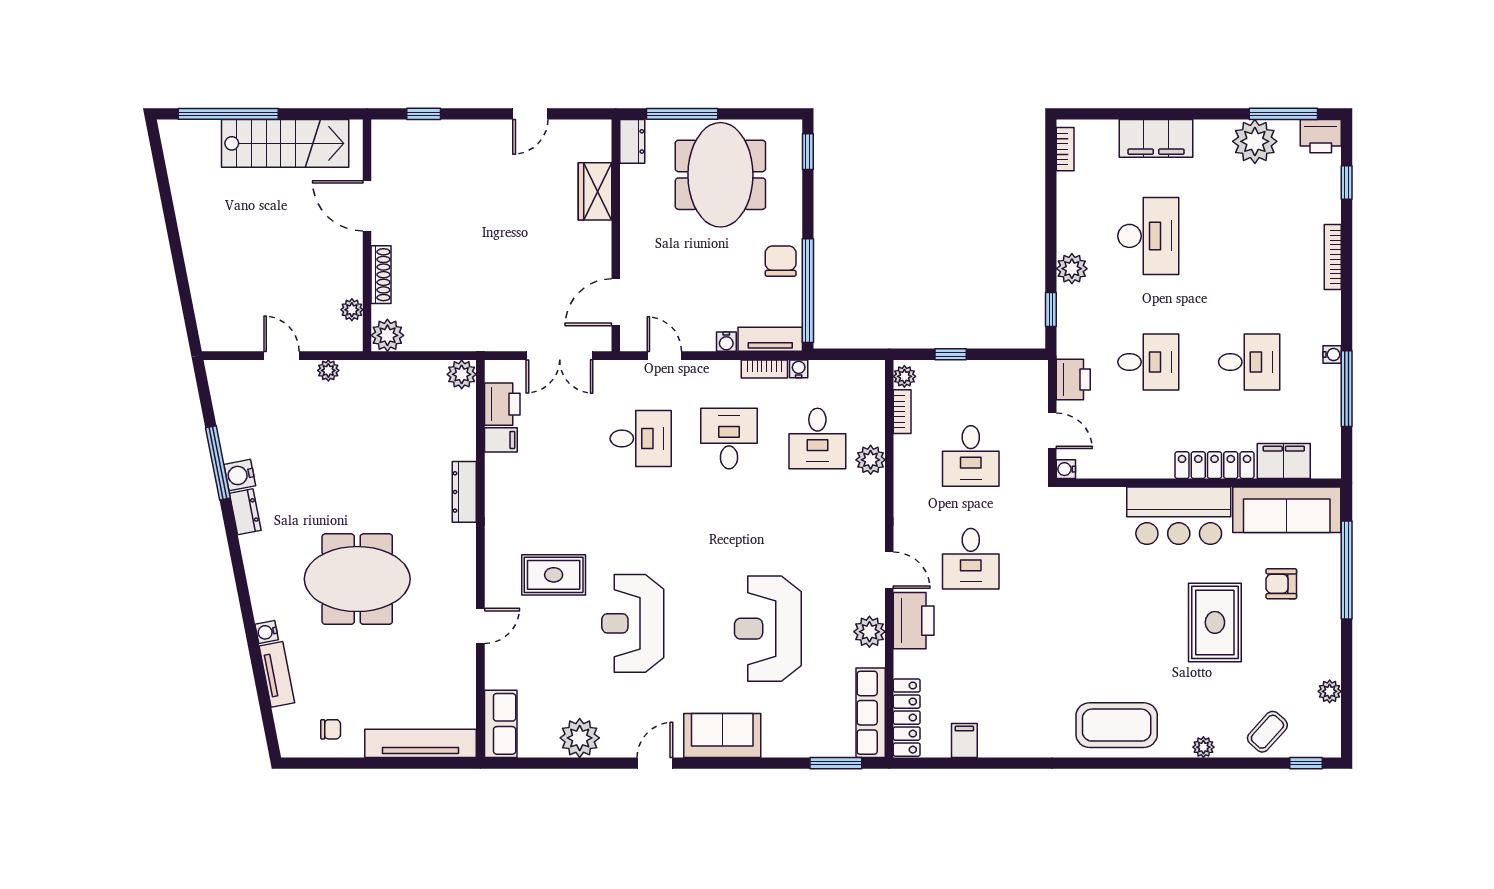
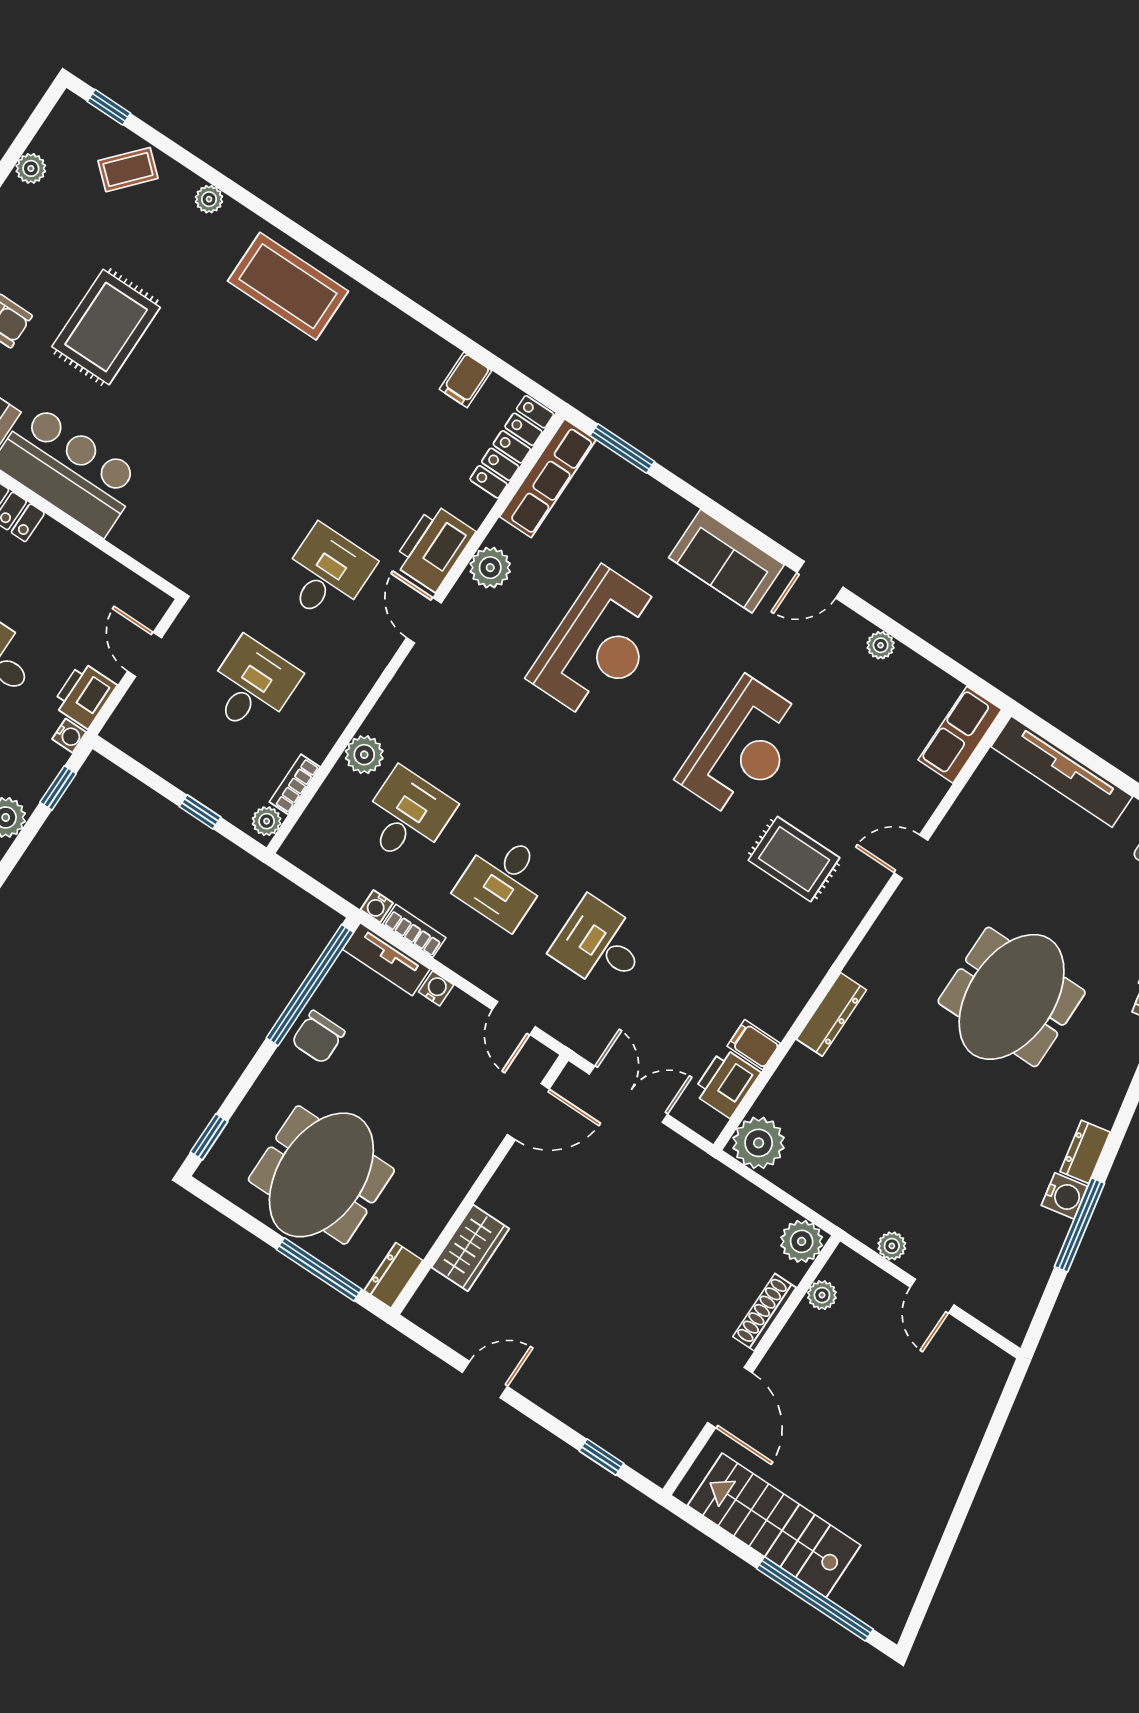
plant: (462, 374) -> (759, 1143), width x1.36, depth x1.36
water cooler: (1066, 469) -> (69, 736), moved
meeting table: (357, 579) -> (1012, 997), turned 90
plant: (580, 738) -> (881, 645), width x0.53, depth x0.53

